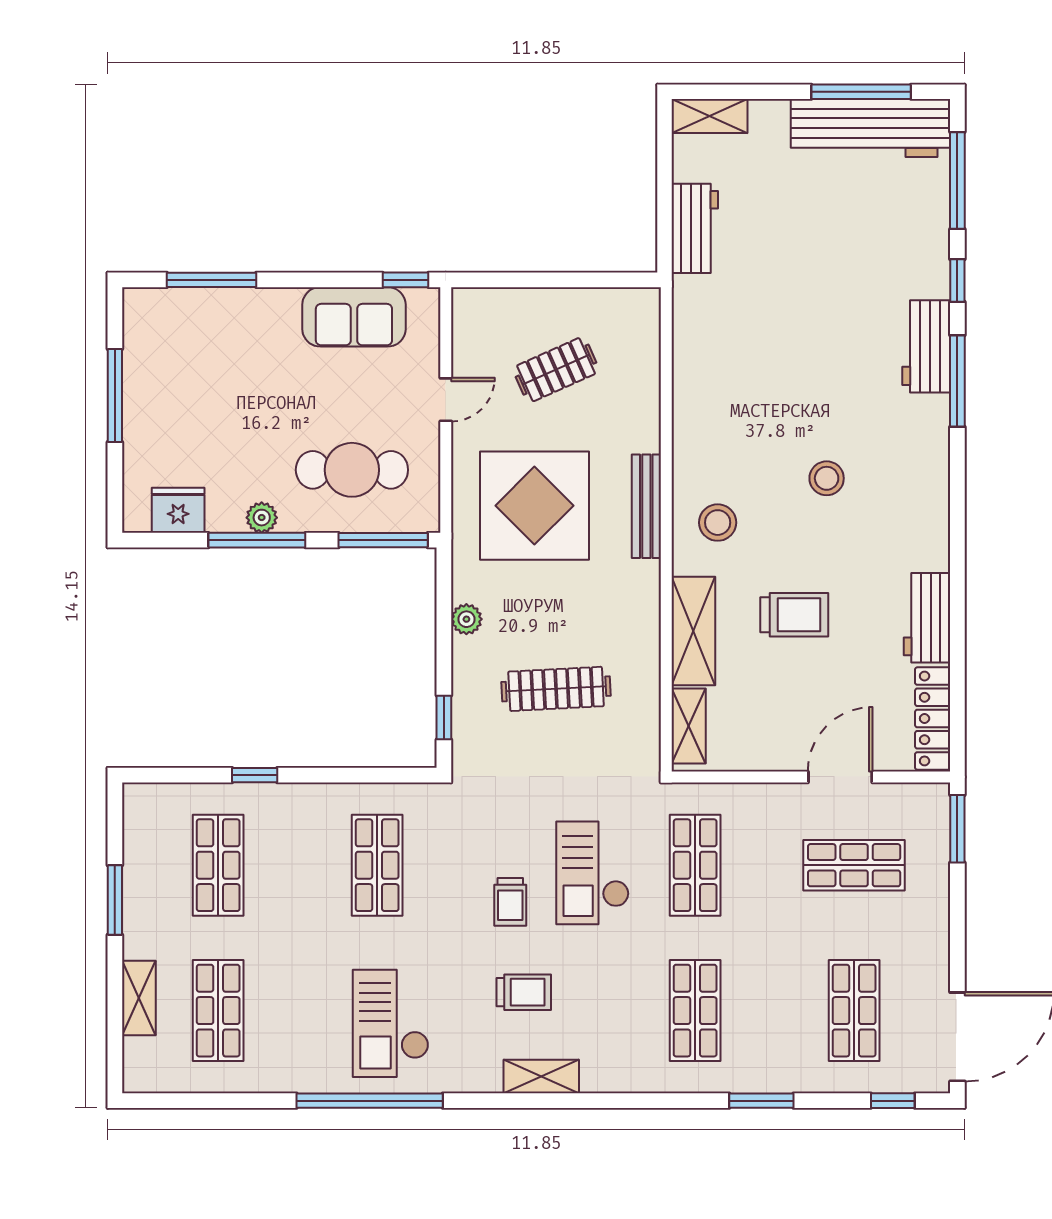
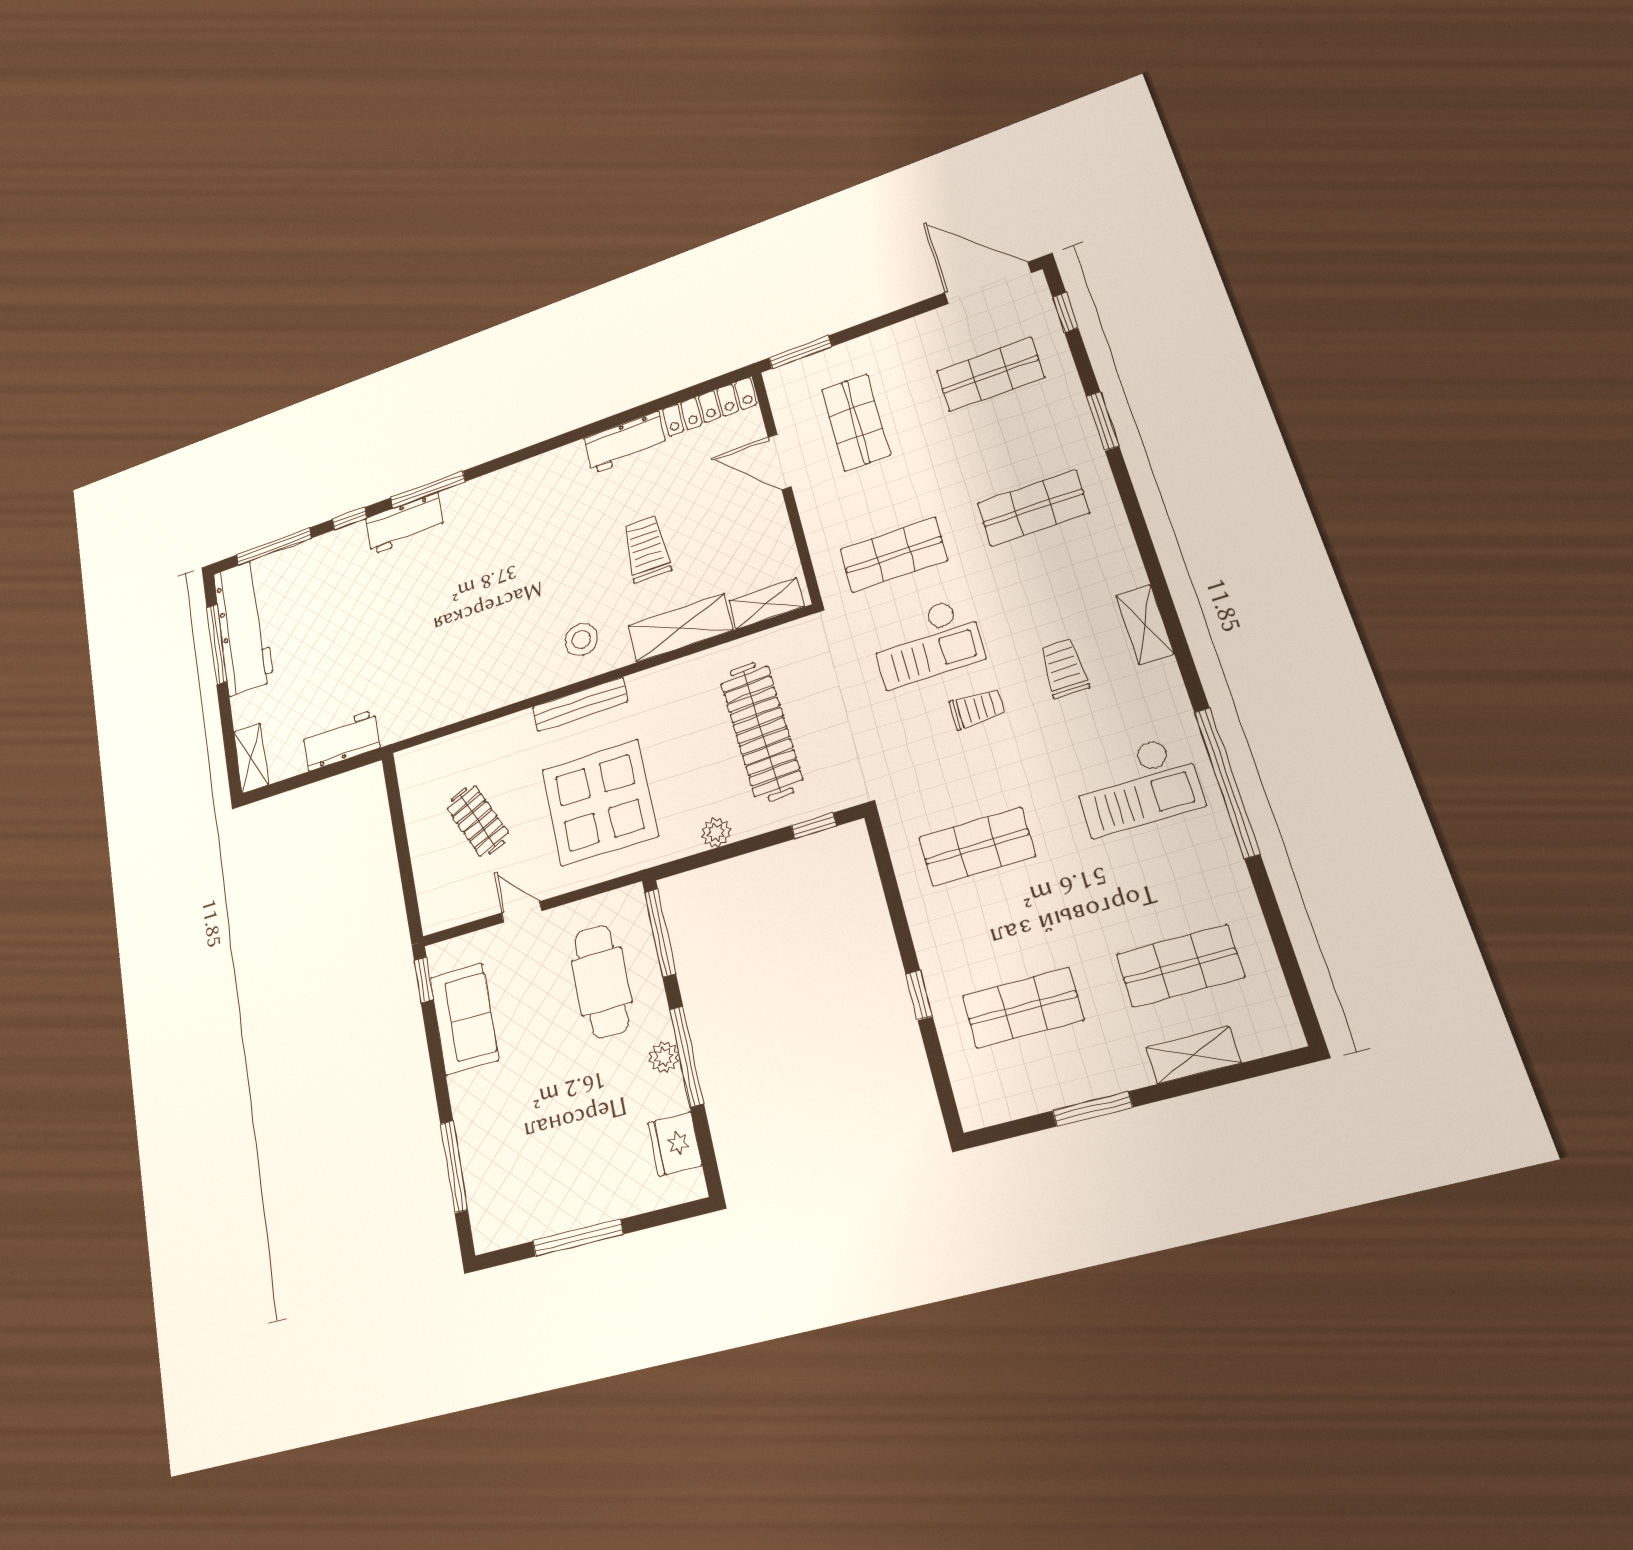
stool: (827, 478) -> (526, 563), removed
clothes rail: (556, 689) -> (761, 731), width x1.37, depth x1.31

